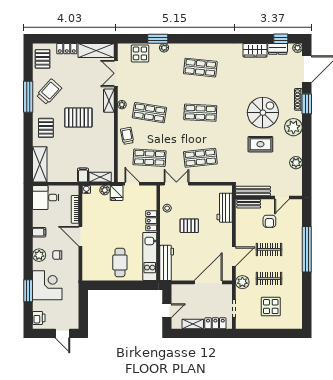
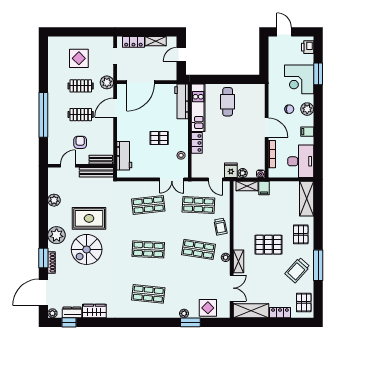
rug: (260, 144) -> (89, 218), width x1.36, depth x1.43
desk: (46, 198) -> (301, 161), width x1.37

